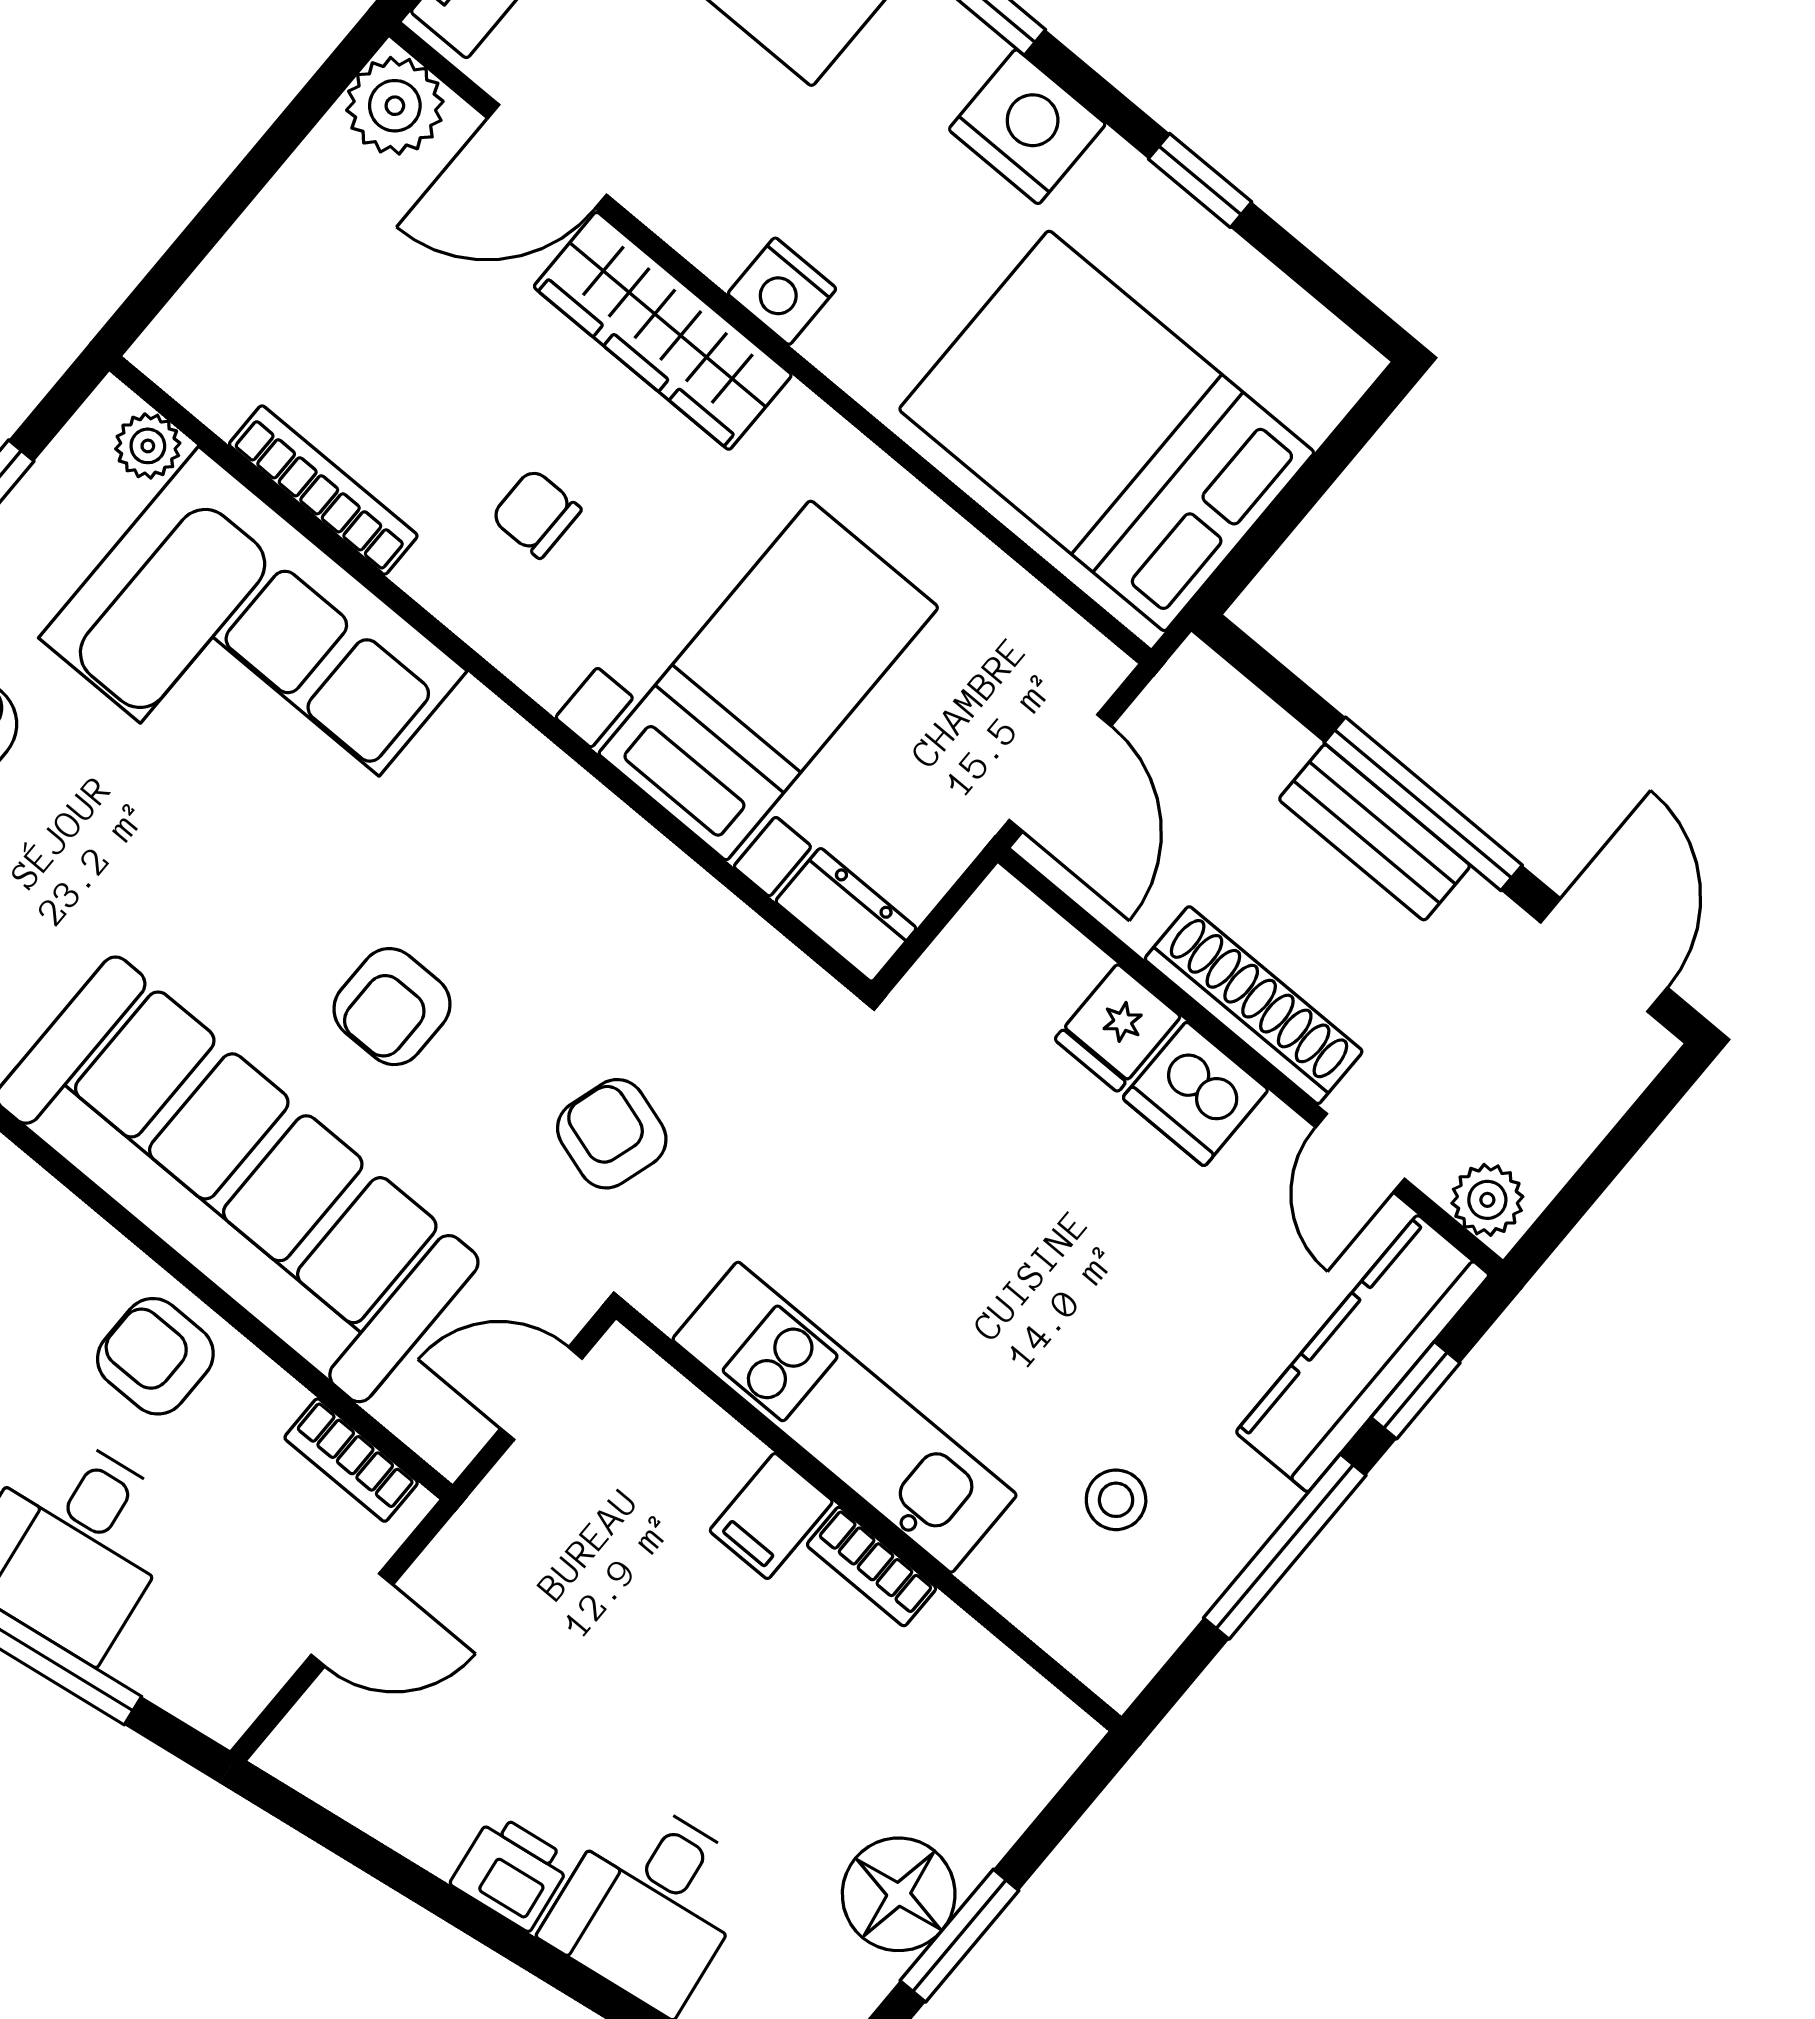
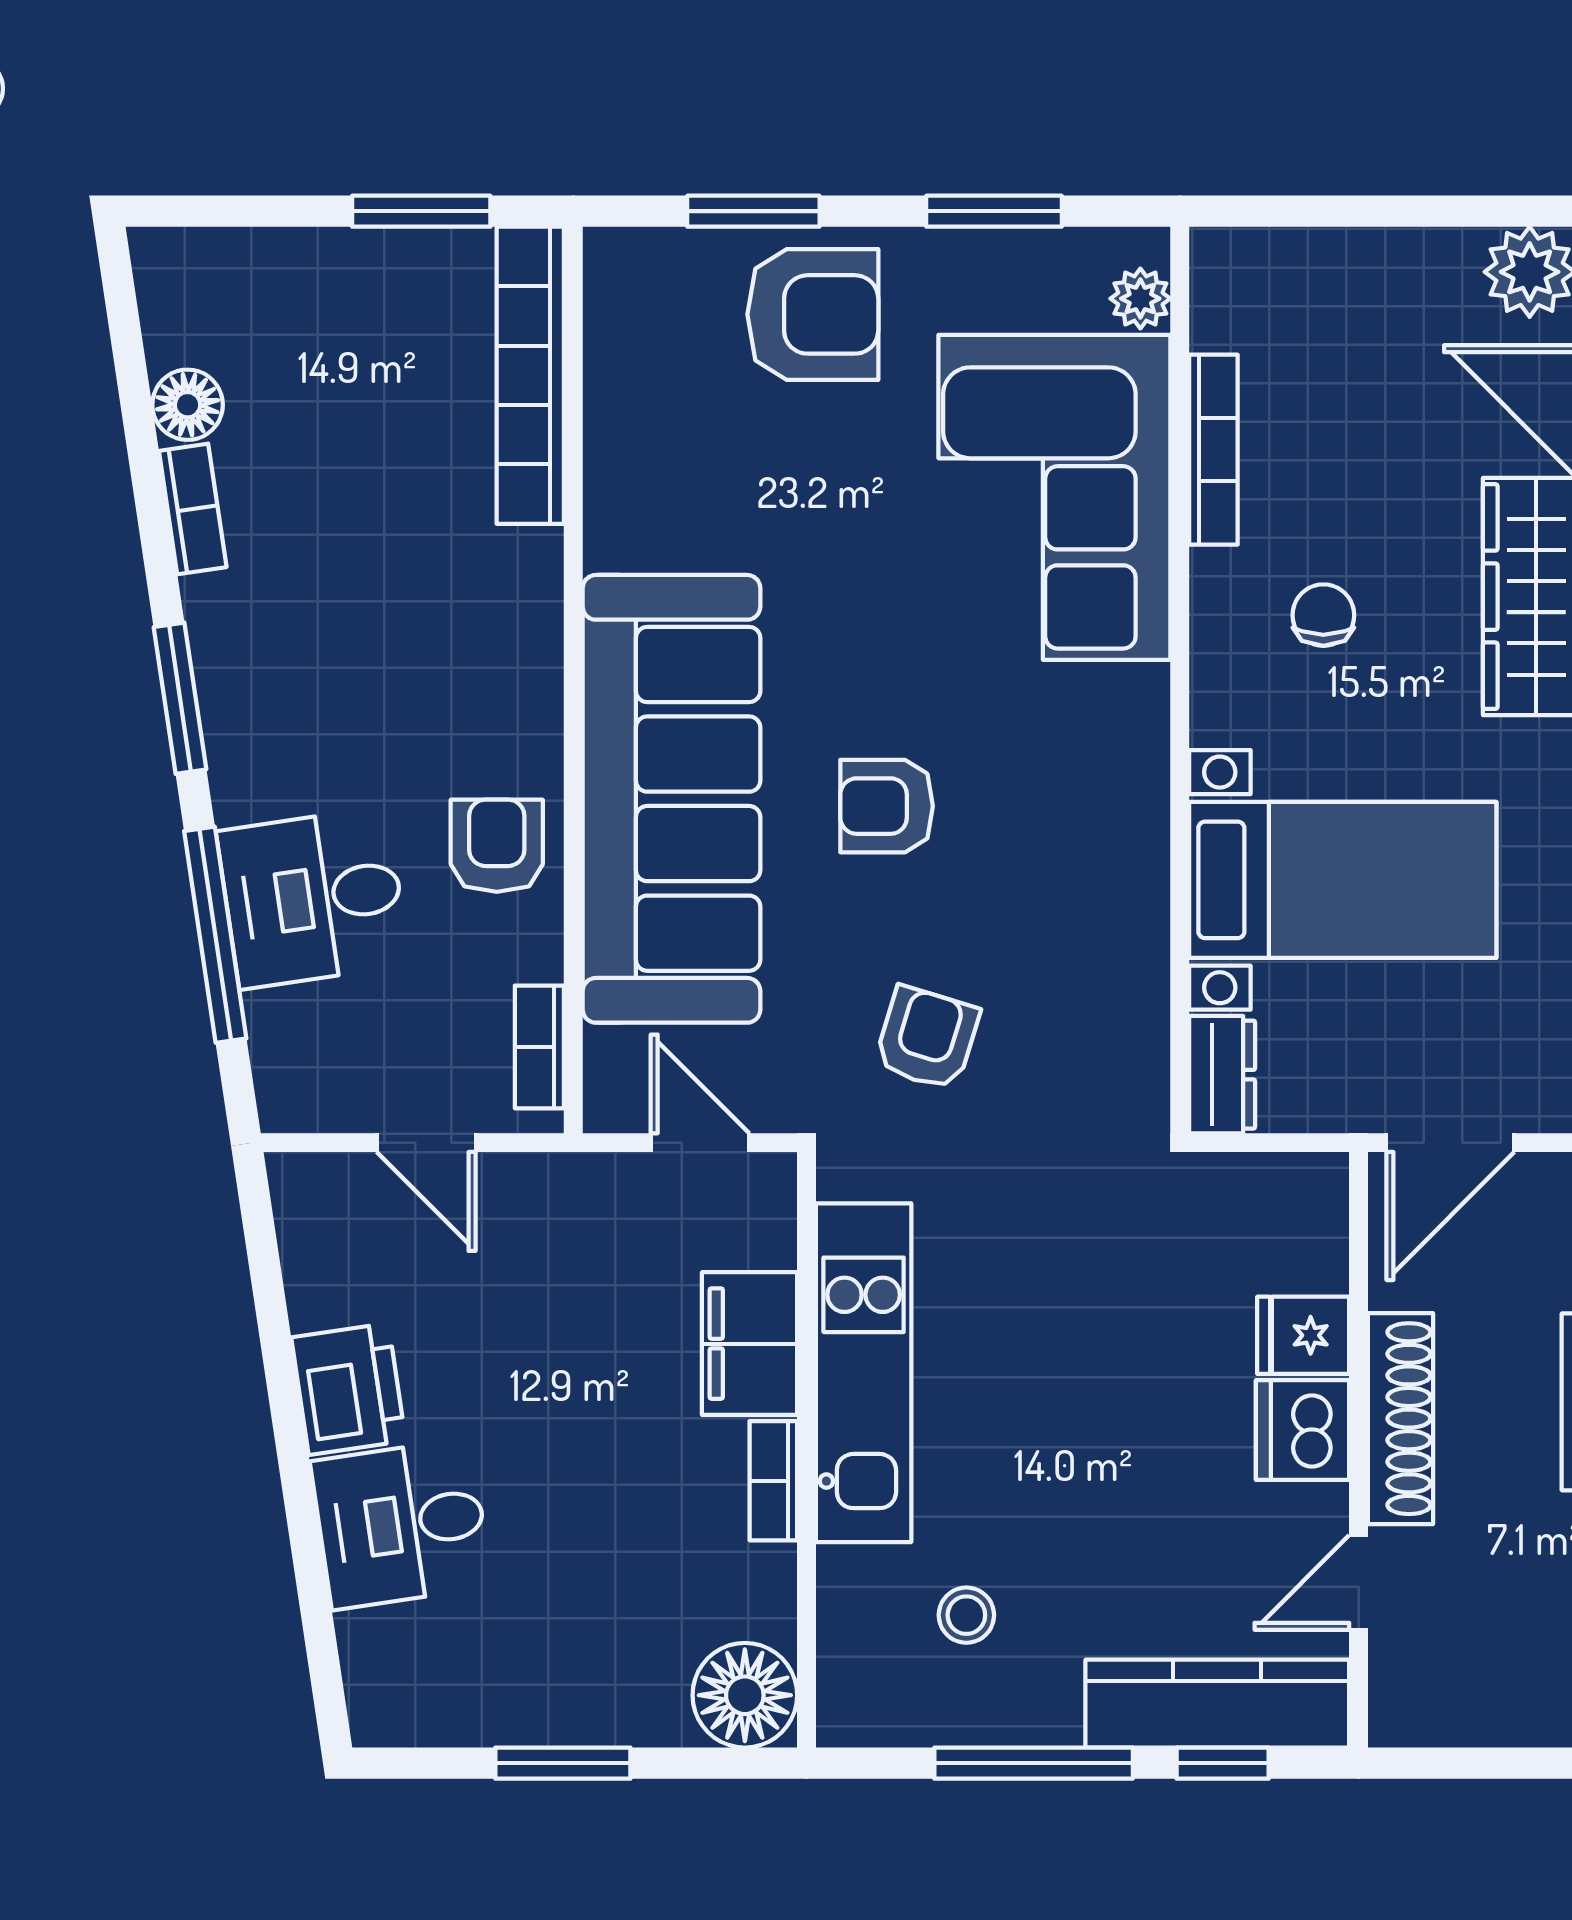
plant: (1487, 1200) -> (1401, 1701), removed
filing cabinet: (771, 1516) -> (750, 1344), width x2.00
printer: (511, 1872) -> (349, 1389), width x1.36, depth x1.24
floor lamp: (899, 1894) -> (745, 1695), moved

